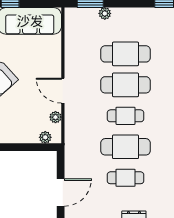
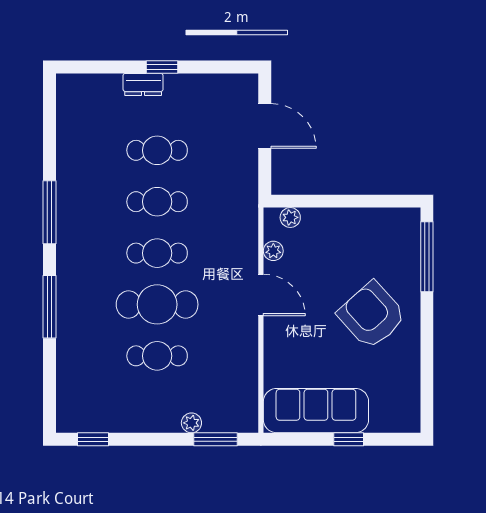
cafe table: (125, 54) -> (157, 356), width x0.73, depth x0.74
cafe table: (125, 147) -> (157, 202), width x0.73, depth x0.74
door: (61, 192) -> (265, 126), swing flipped

